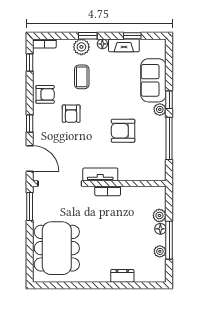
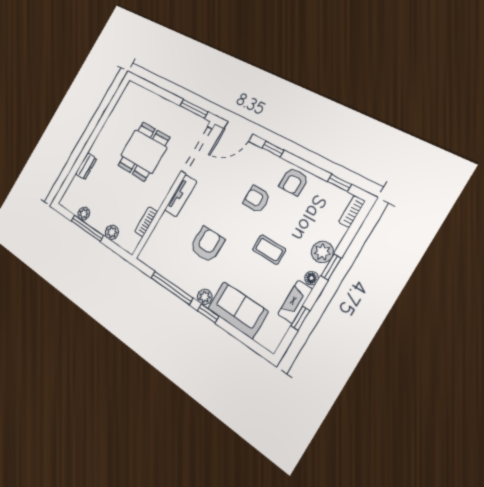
coffee table: (82, 77) -> (269, 250), moved
bookcase: (108, 191) -> (146, 222), moved
floor lamp: (160, 229) -> (101, 226), removed
dining table: (57, 248) -> (144, 151), moved, width x0.73

